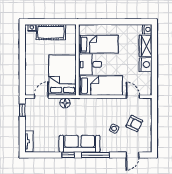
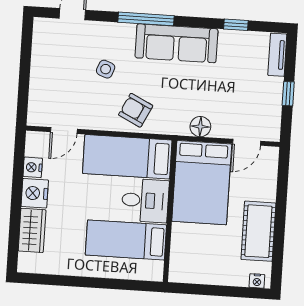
nightstand: (147, 29) -> (33, 167), moved
cot: (51, 32) -> (258, 231), moved, turned 90
door: (133, 97) -> (64, 131), hinge flipped
window: (22, 110) -> (288, 94), moved
armchair: (134, 124) -> (136, 110), moved
window: (68, 155) -> (236, 25), moved

